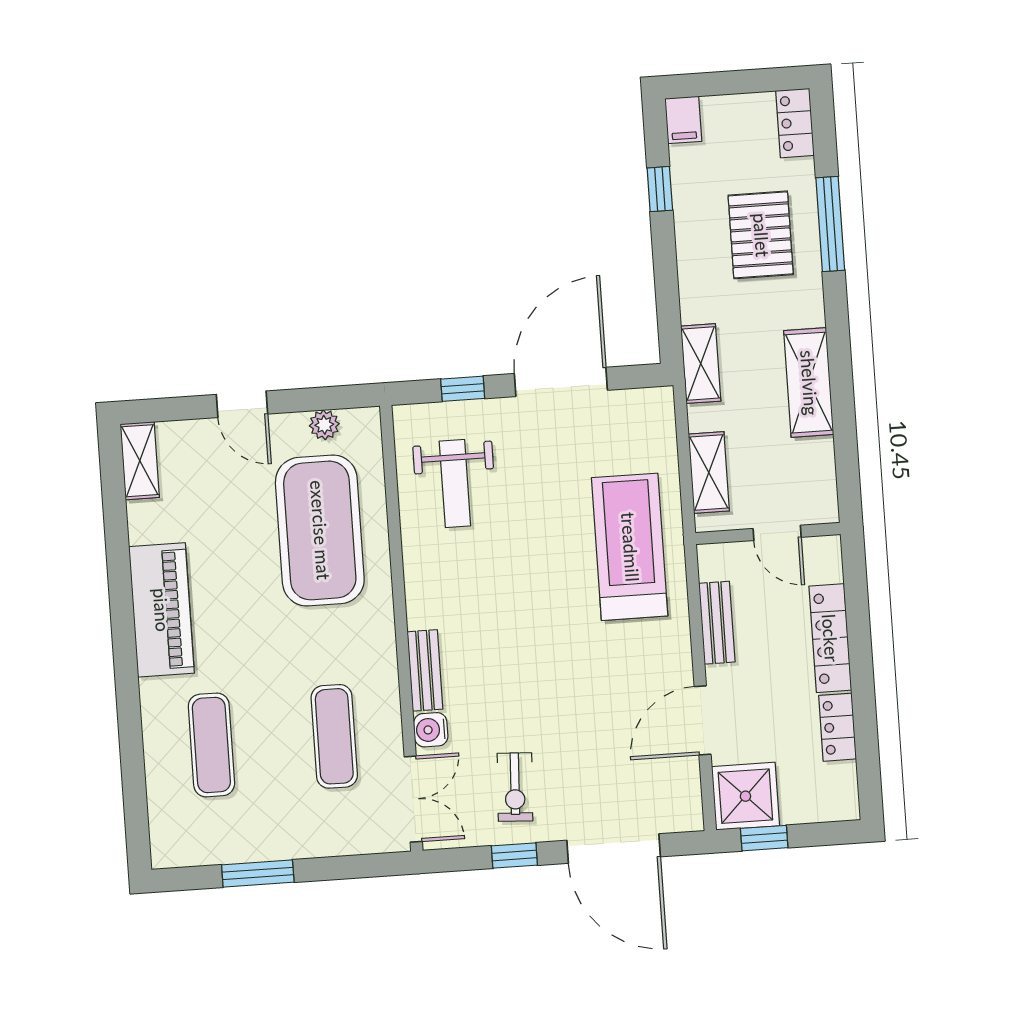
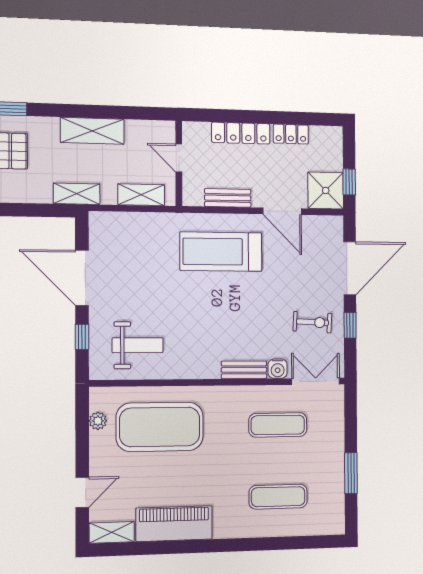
door: (242, 404) -> (82, 492), moved
door: (777, 533) -> (179, 158), swing flipped
treadmill: (630, 547) -> (221, 252), moved
piano: (161, 610) -> (174, 524), moved

